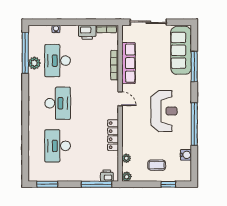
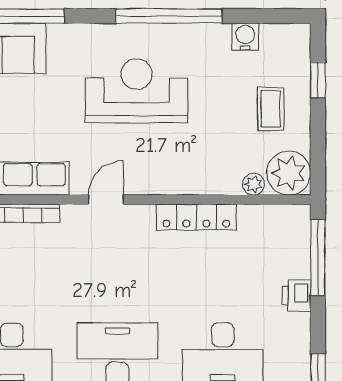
printer: (107, 176) -> (297, 296), moved
plant: (127, 177) -> (289, 173), width x1.88, depth x1.88

